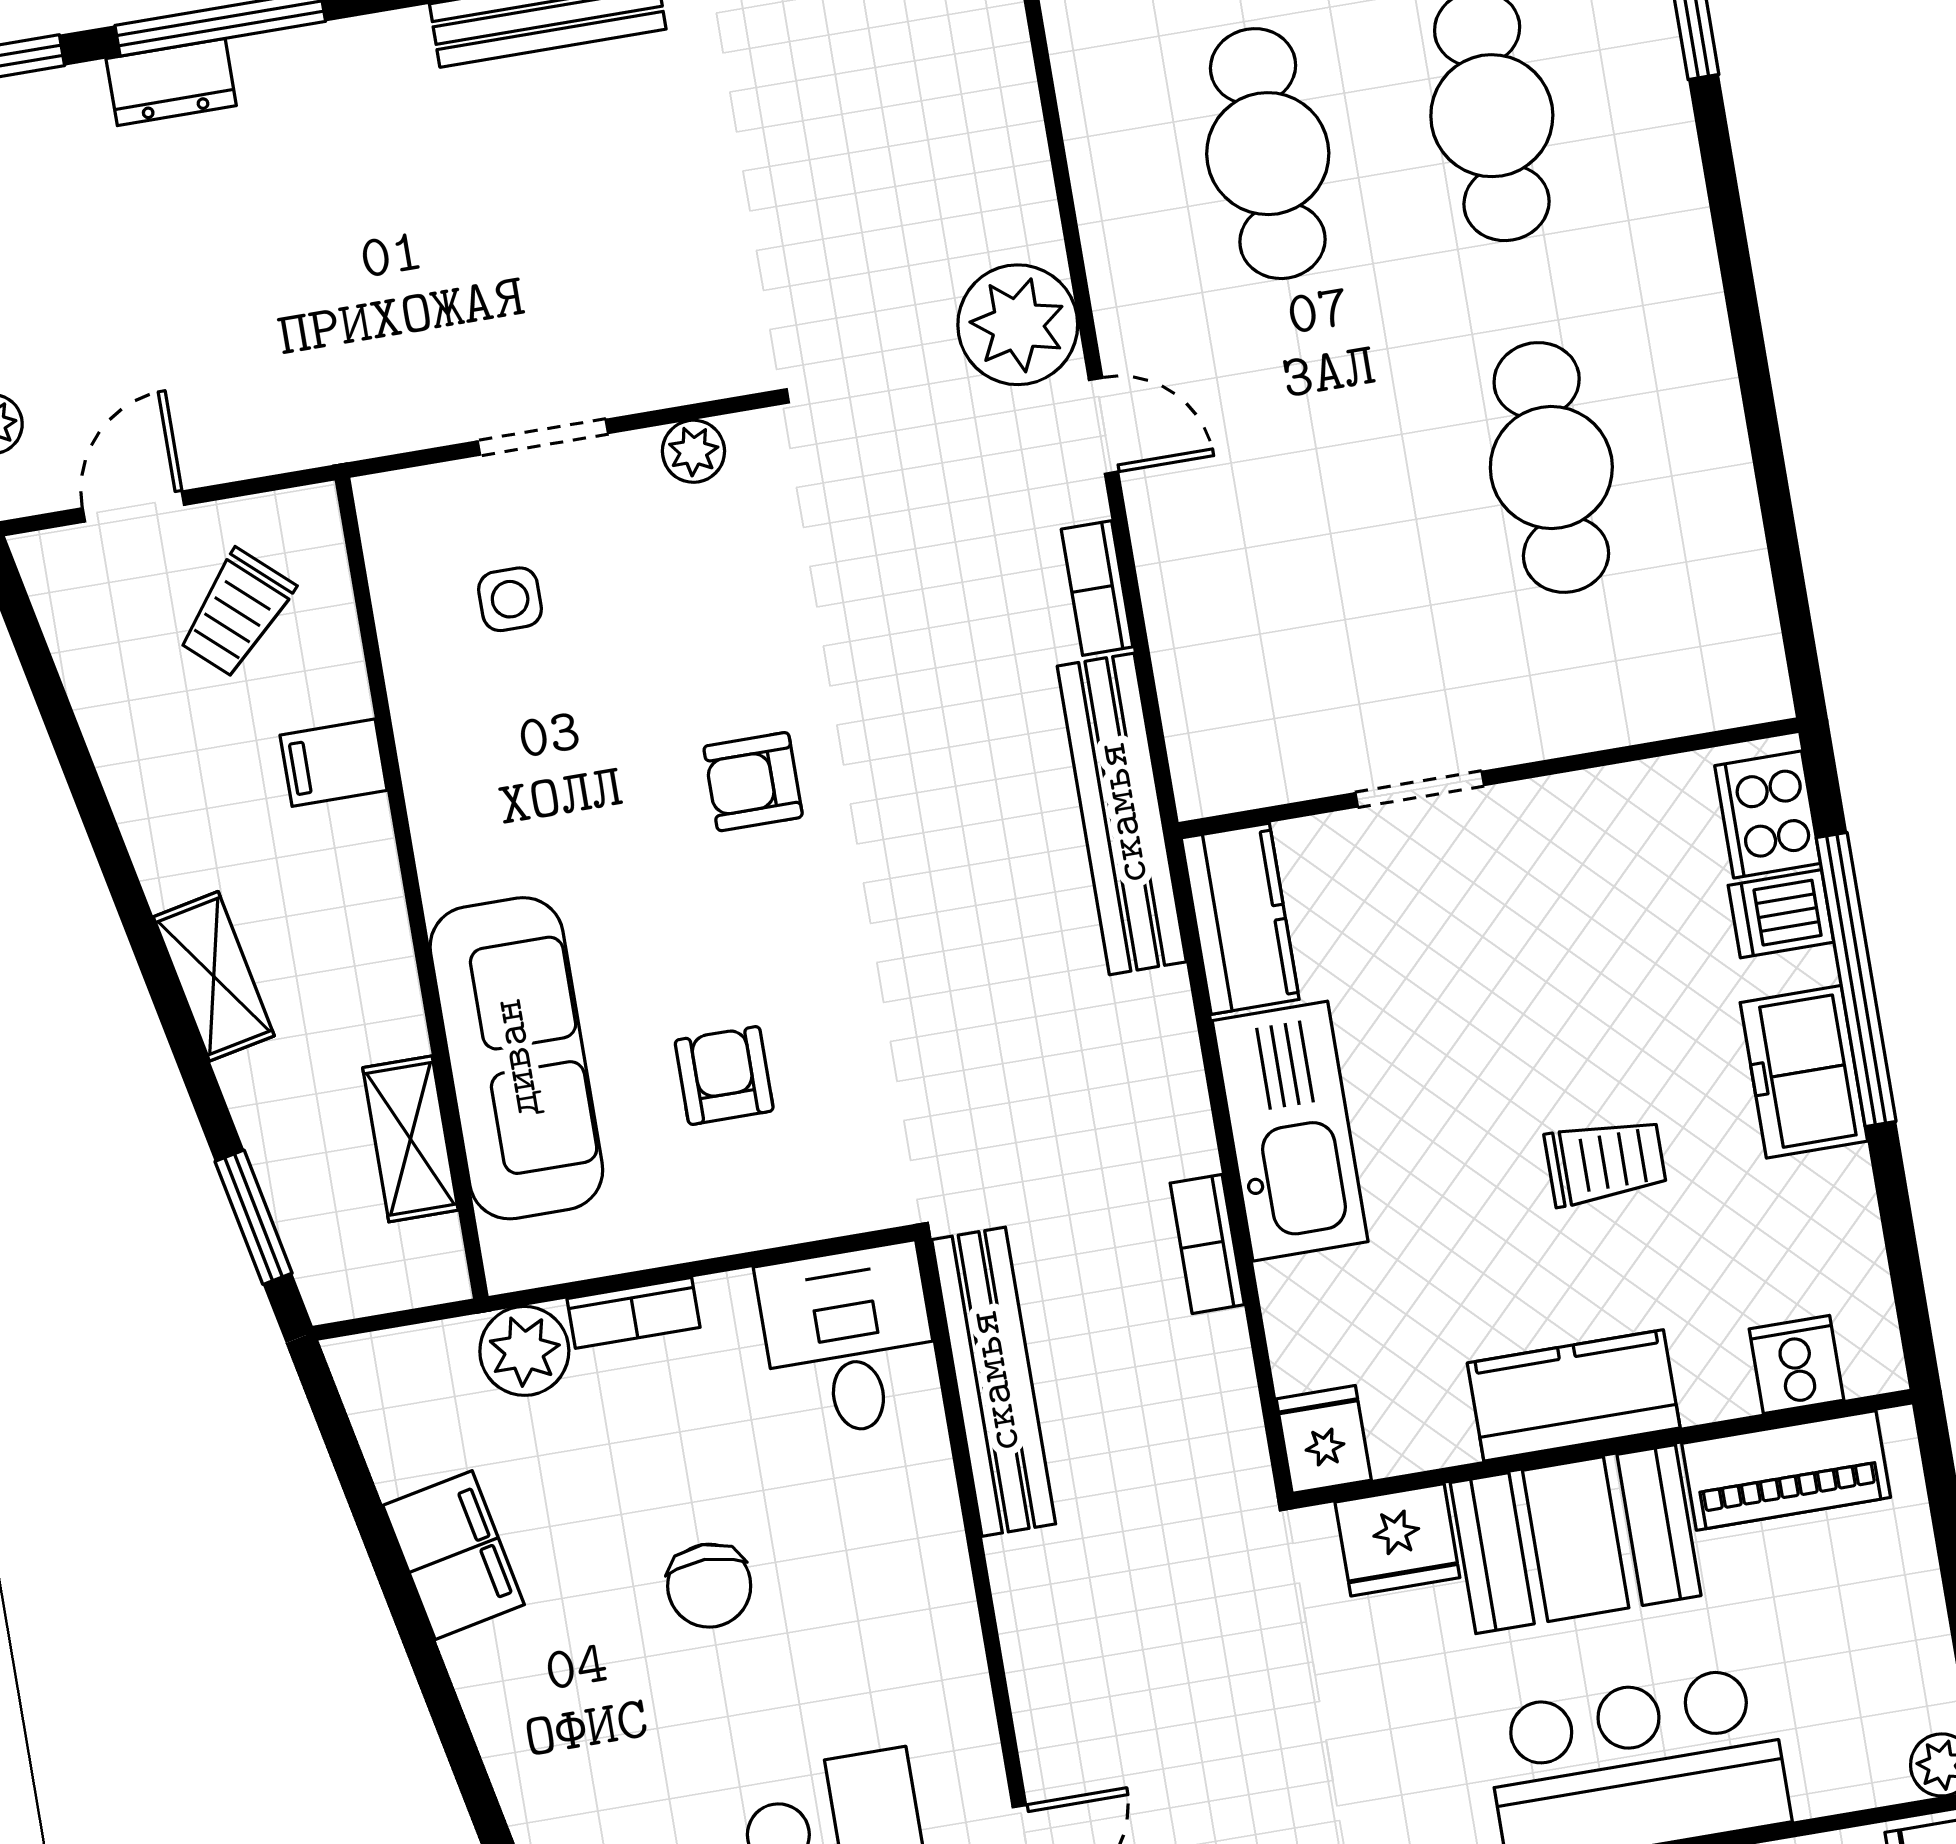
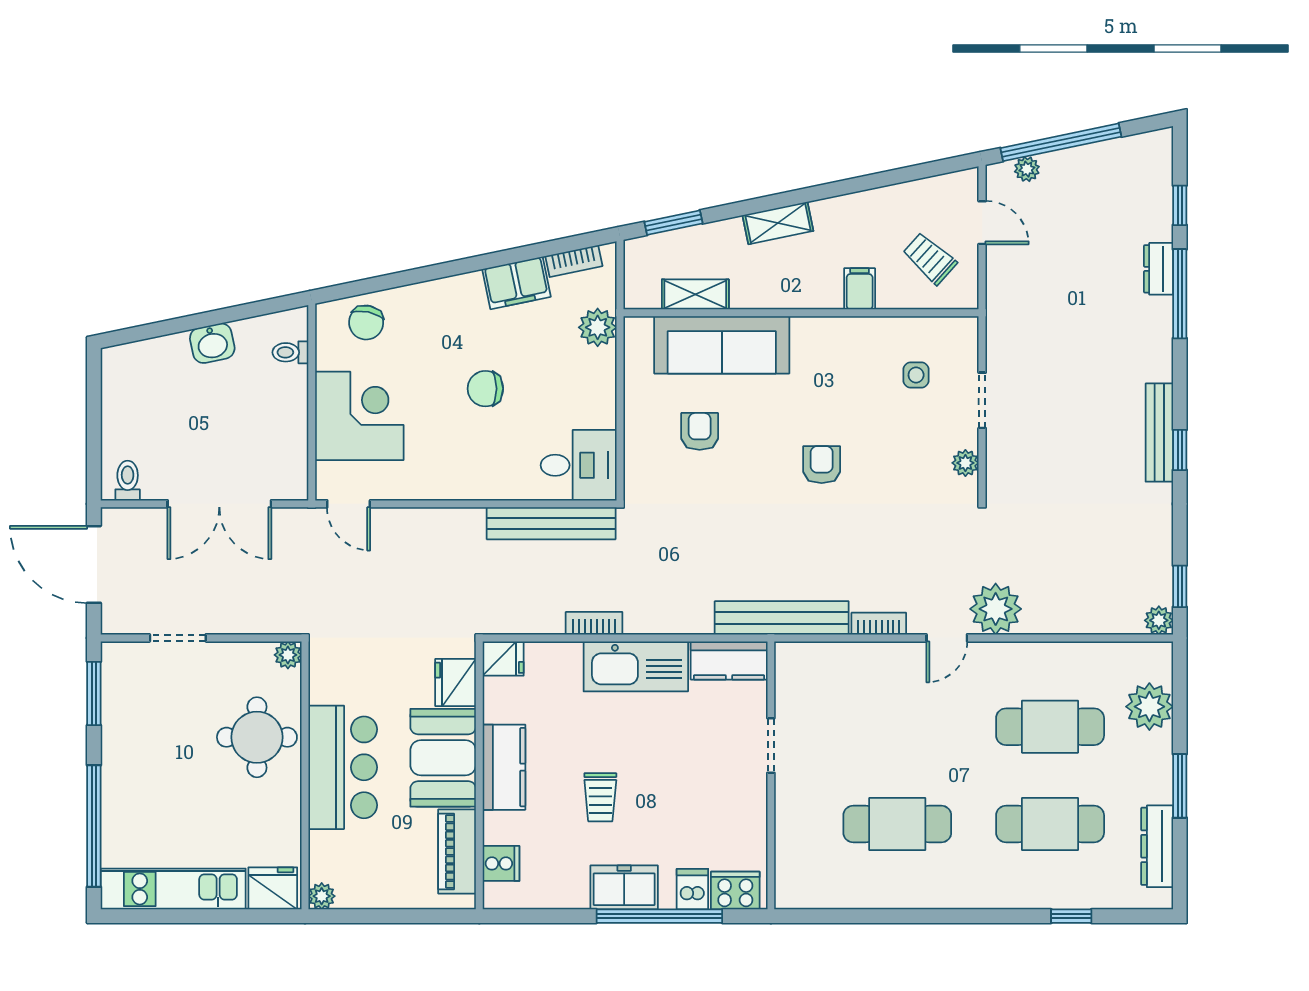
armchair: (724, 1076) -> (700, 431), turned -90
bookcase: (634, 1313) -> (574, 261), moved, turned -102

